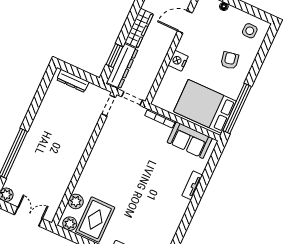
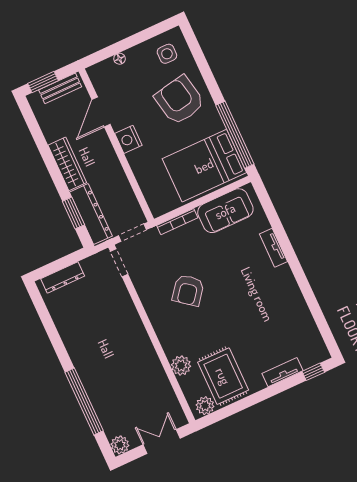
armchair: (230, 60) -> (179, 100), width x1.88, depth x1.88
nightstand: (178, 61) -> (128, 139), moved
armchair: (127, 158) -> (188, 290), added
plant: (76, 201) -> (181, 366), moved

